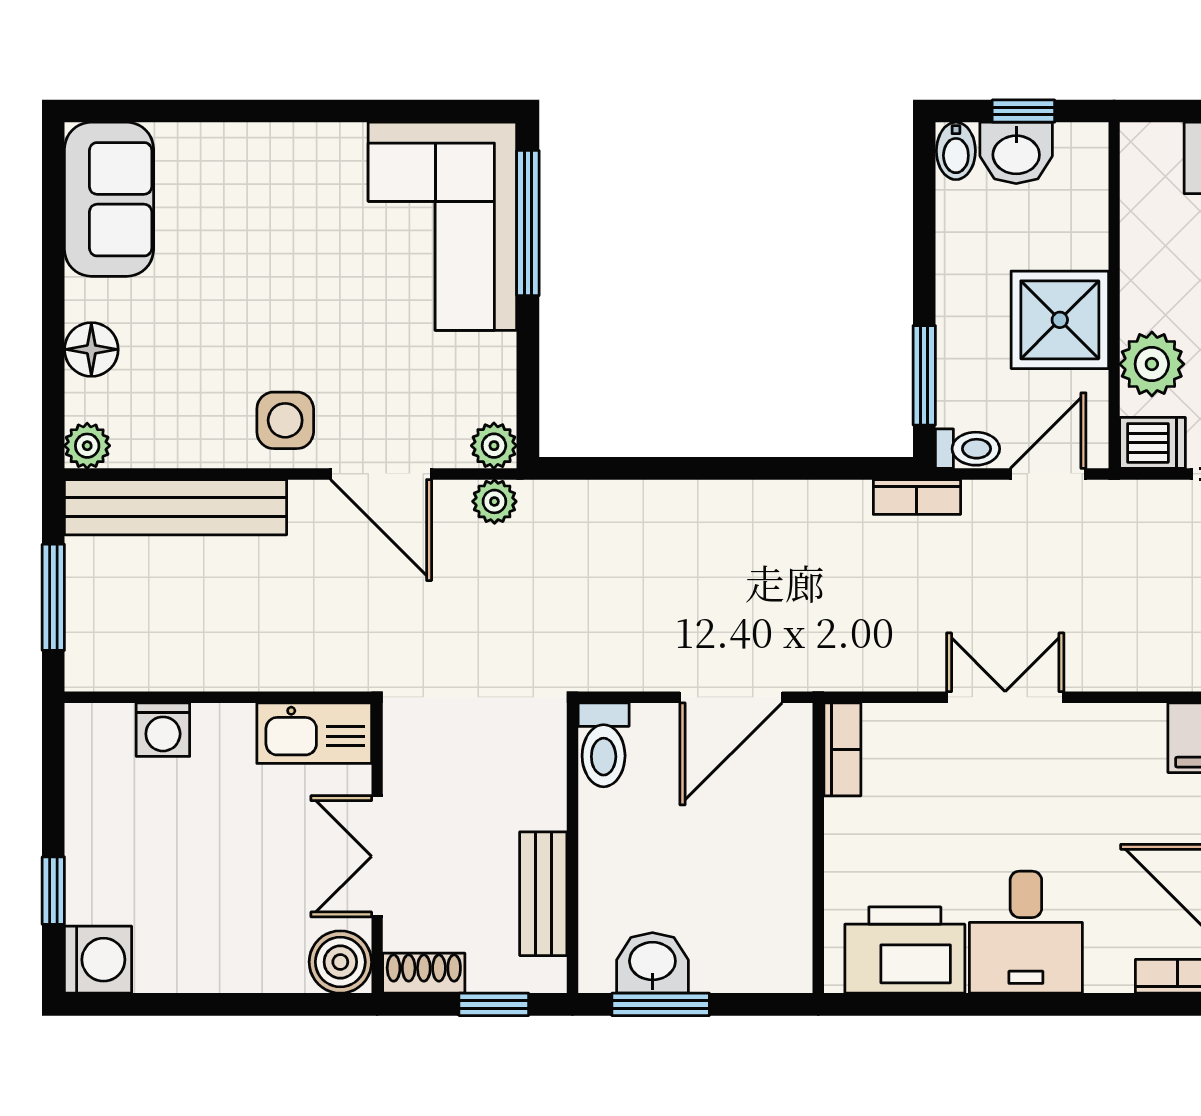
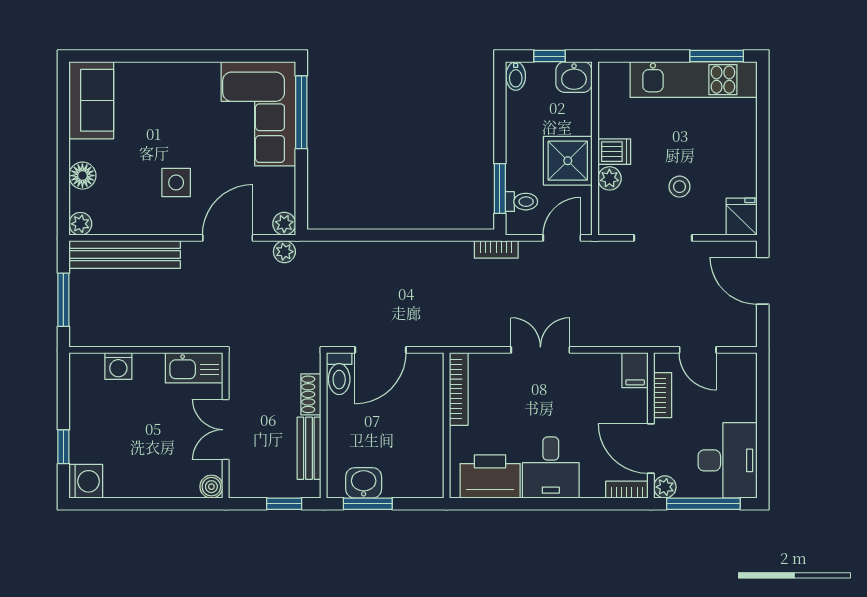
washbasin: (1016, 153) -> (574, 77), moved
plant: (1152, 364) -> (609, 178), width x0.73, depth x0.73
side table: (285, 420) -> (176, 183), moved
dishwasher: (1153, 443) -> (614, 152), moved
toilet: (968, 449) -> (522, 202), moved
door: (381, 474) -> (228, 238), swing flipped
door: (731, 697) -> (380, 350), moved
bookcase: (842, 749) -> (459, 389), width x1.56
boiler: (340, 962) -> (211, 487), width x0.73, depth x0.73
shoe rack: (424, 973) -> (311, 394), moved, turned -90

